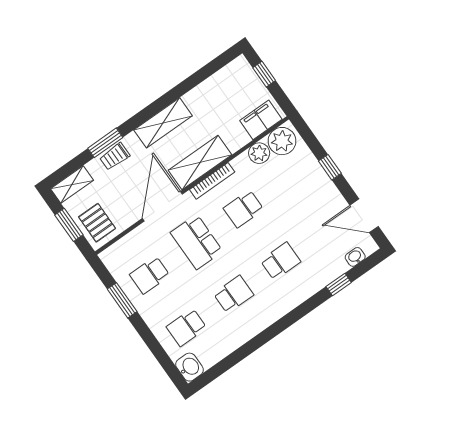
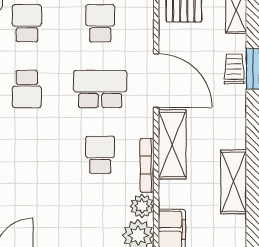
shelving: (163, 123) -> (234, 182), moved
bookcase: (212, 181) -> (147, 165), moved
school desk: (280, 261) -> (27, 155), removed

